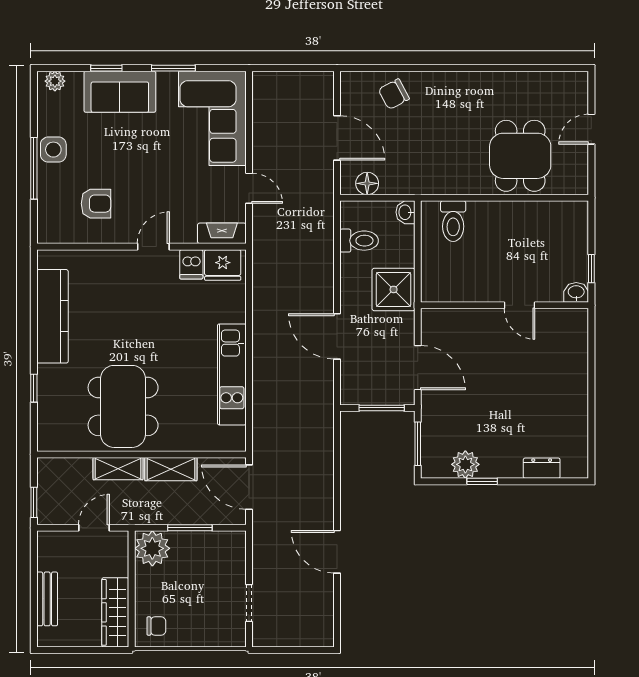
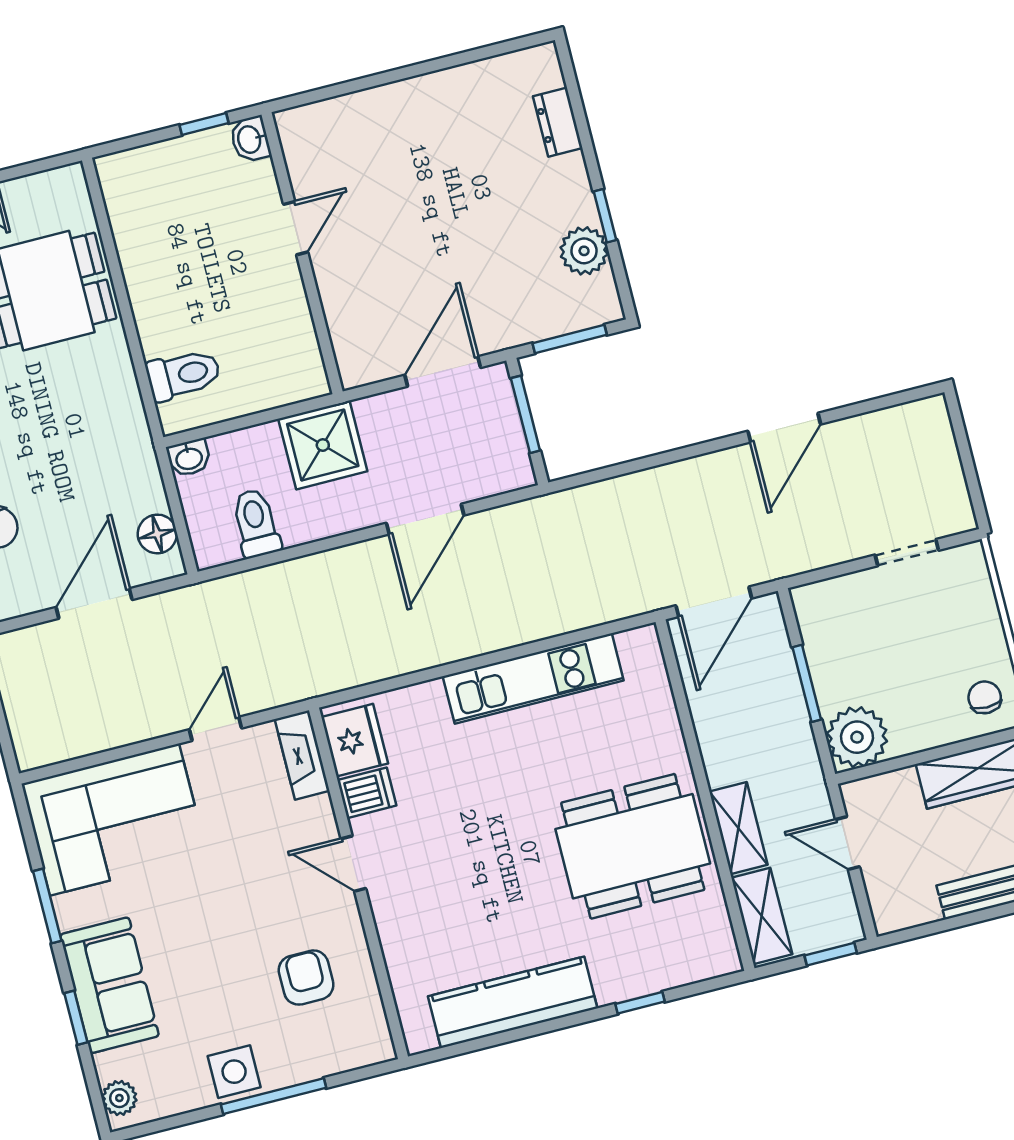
shelving: (171, 469) -> (762, 916), moved

